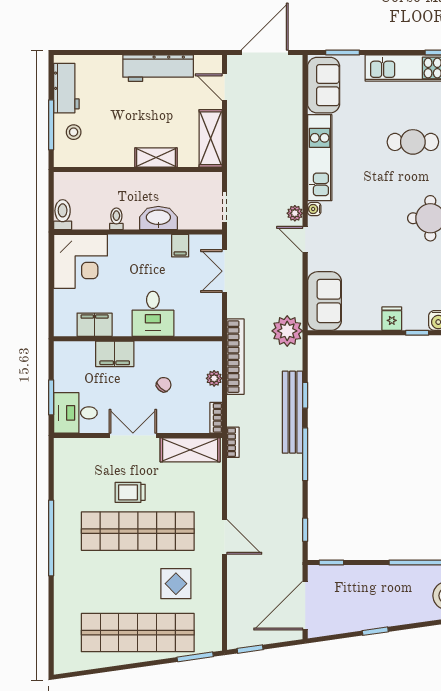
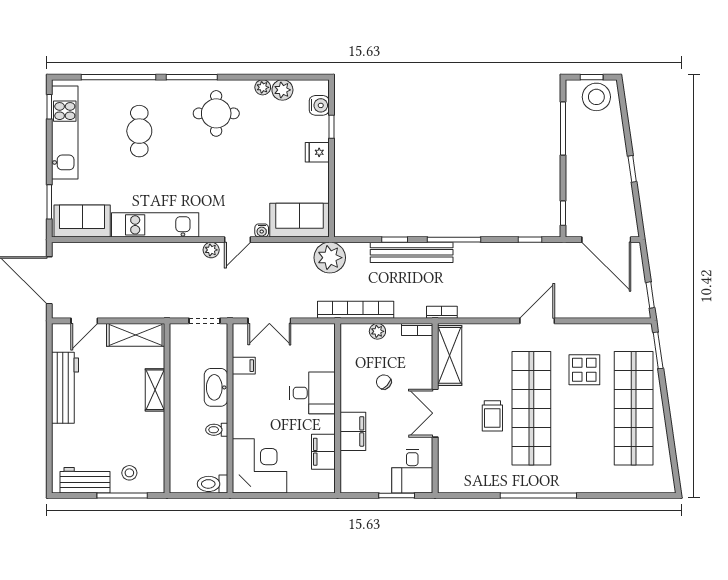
water cooler: (314, 209) -> (262, 230), moved

